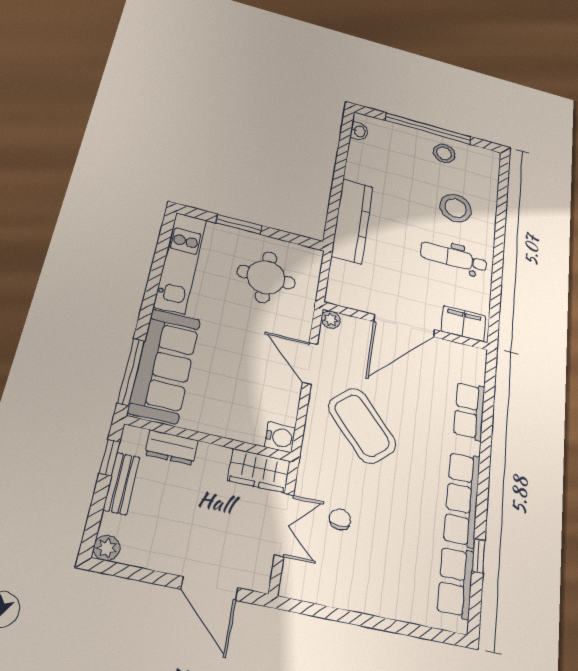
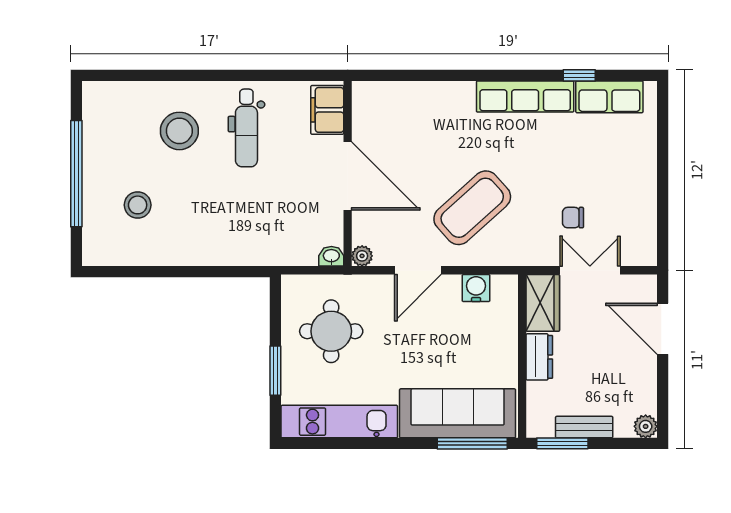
washbasin: (359, 131) -> (331, 256), moved
stool: (444, 153) -> (138, 205), moved
kitchen counter: (352, 221) -> (234, 249), removed
row of seats: (469, 411) -> (428, 96), removed
water cooler: (280, 437) -> (476, 288), moved
dresser: (171, 448) -> (539, 357), moved
window: (110, 458) -> (562, 443), width x1.50
door: (209, 588) -> (663, 329), swing flipped

